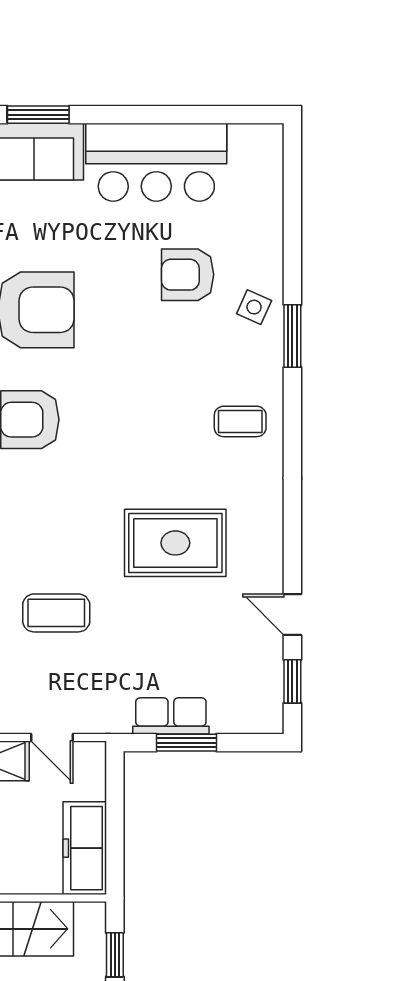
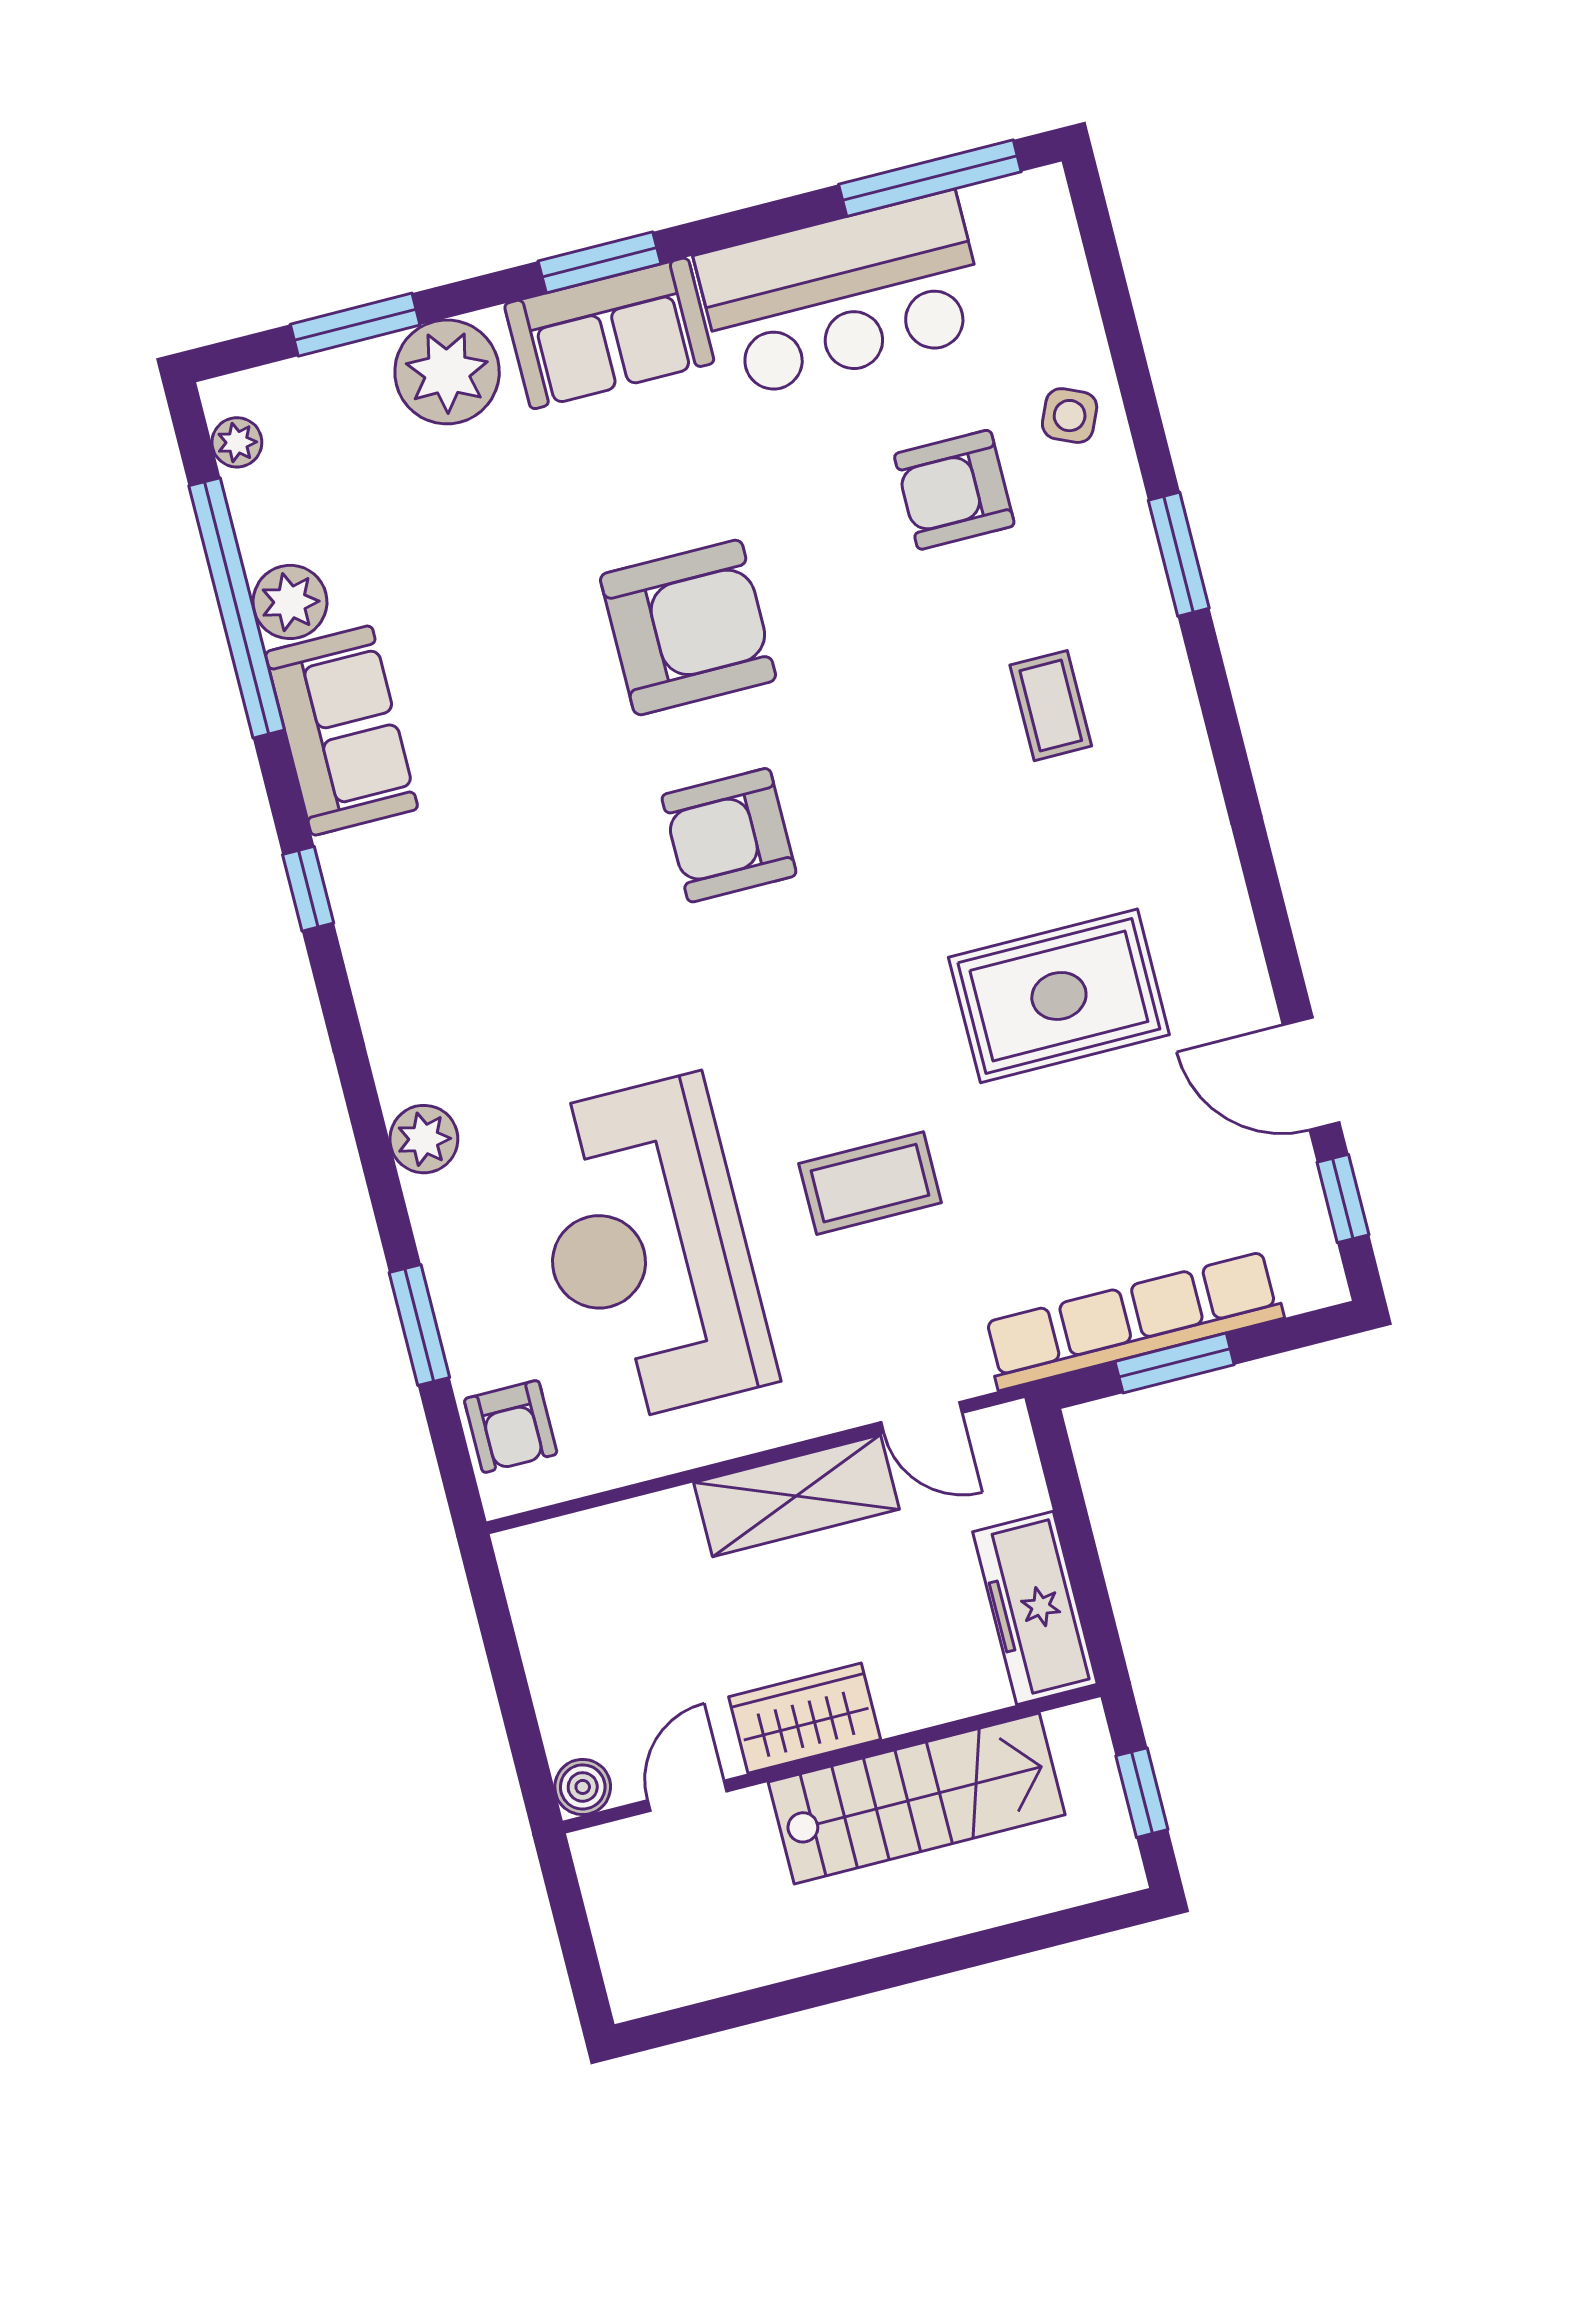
window: (215, 115) -> (930, 178), added
side table: (254, 307) -> (1070, 416), moved
coffee table: (240, 421) -> (1051, 706), moved, turned 90
door: (292, 615) -> (1311, 1074), width x1.38
row of seats: (171, 716) -> (1133, 1321), width x2.02

